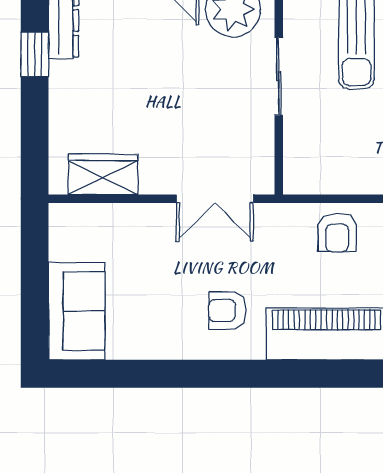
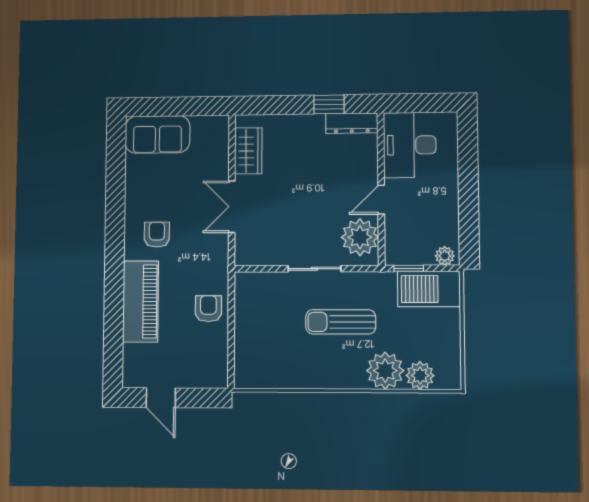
double door: (215, 199) -> (232, 207), moved
armchair: (337, 233) -> (208, 309), turned 90

